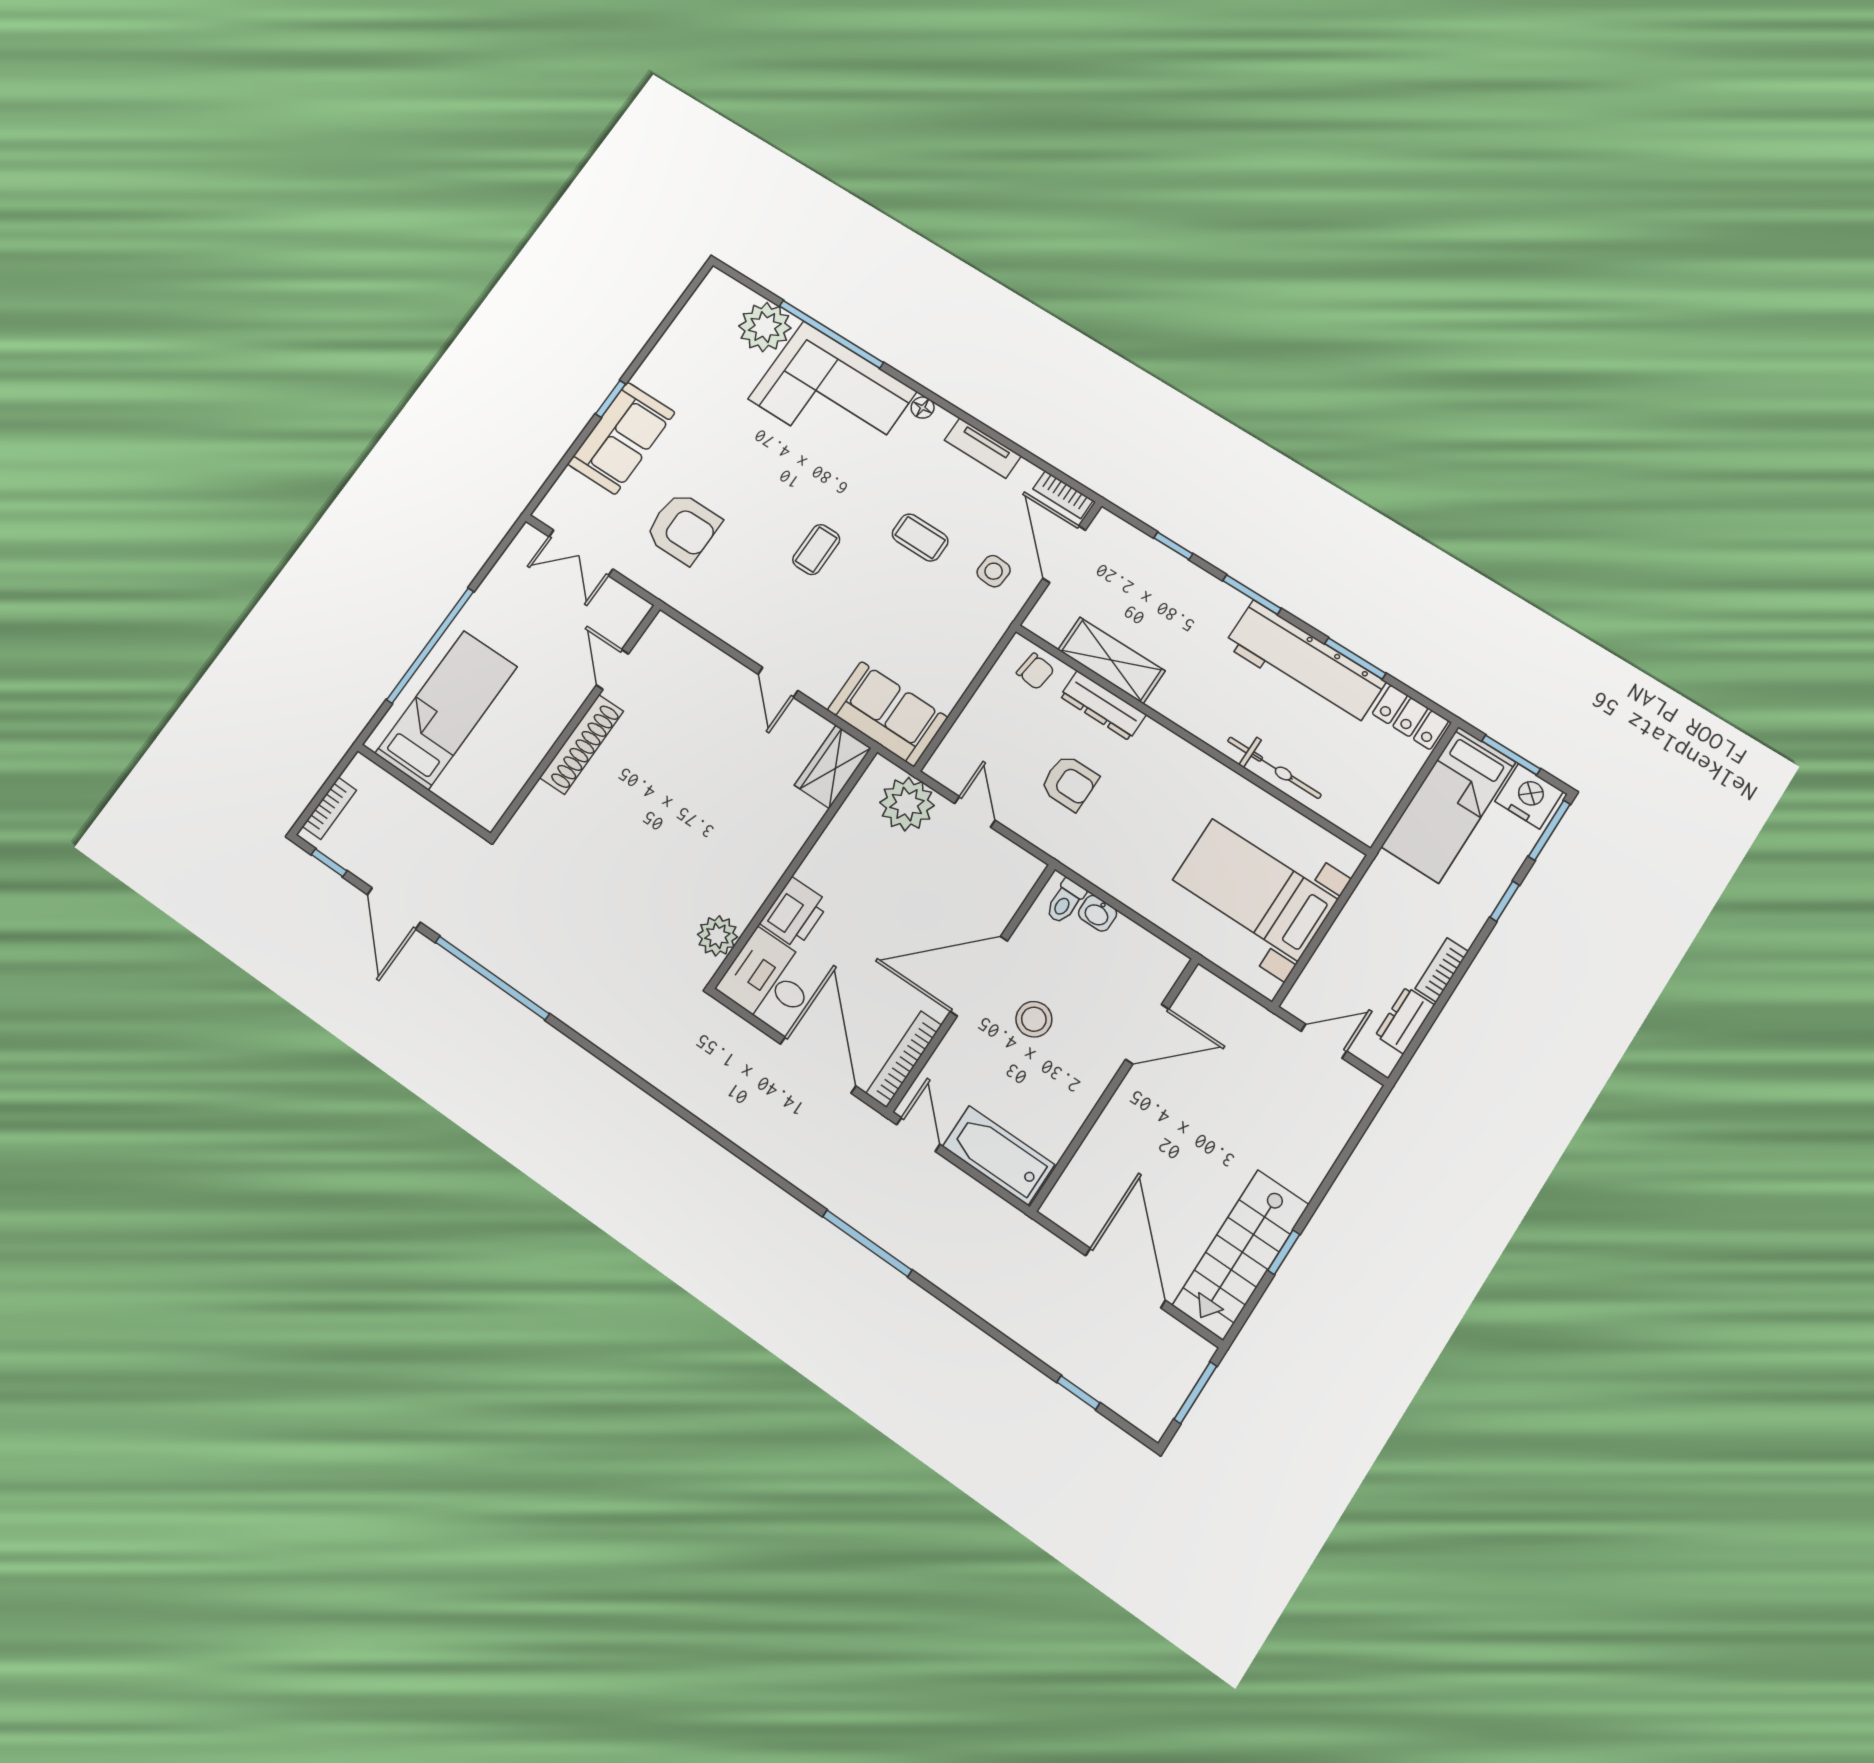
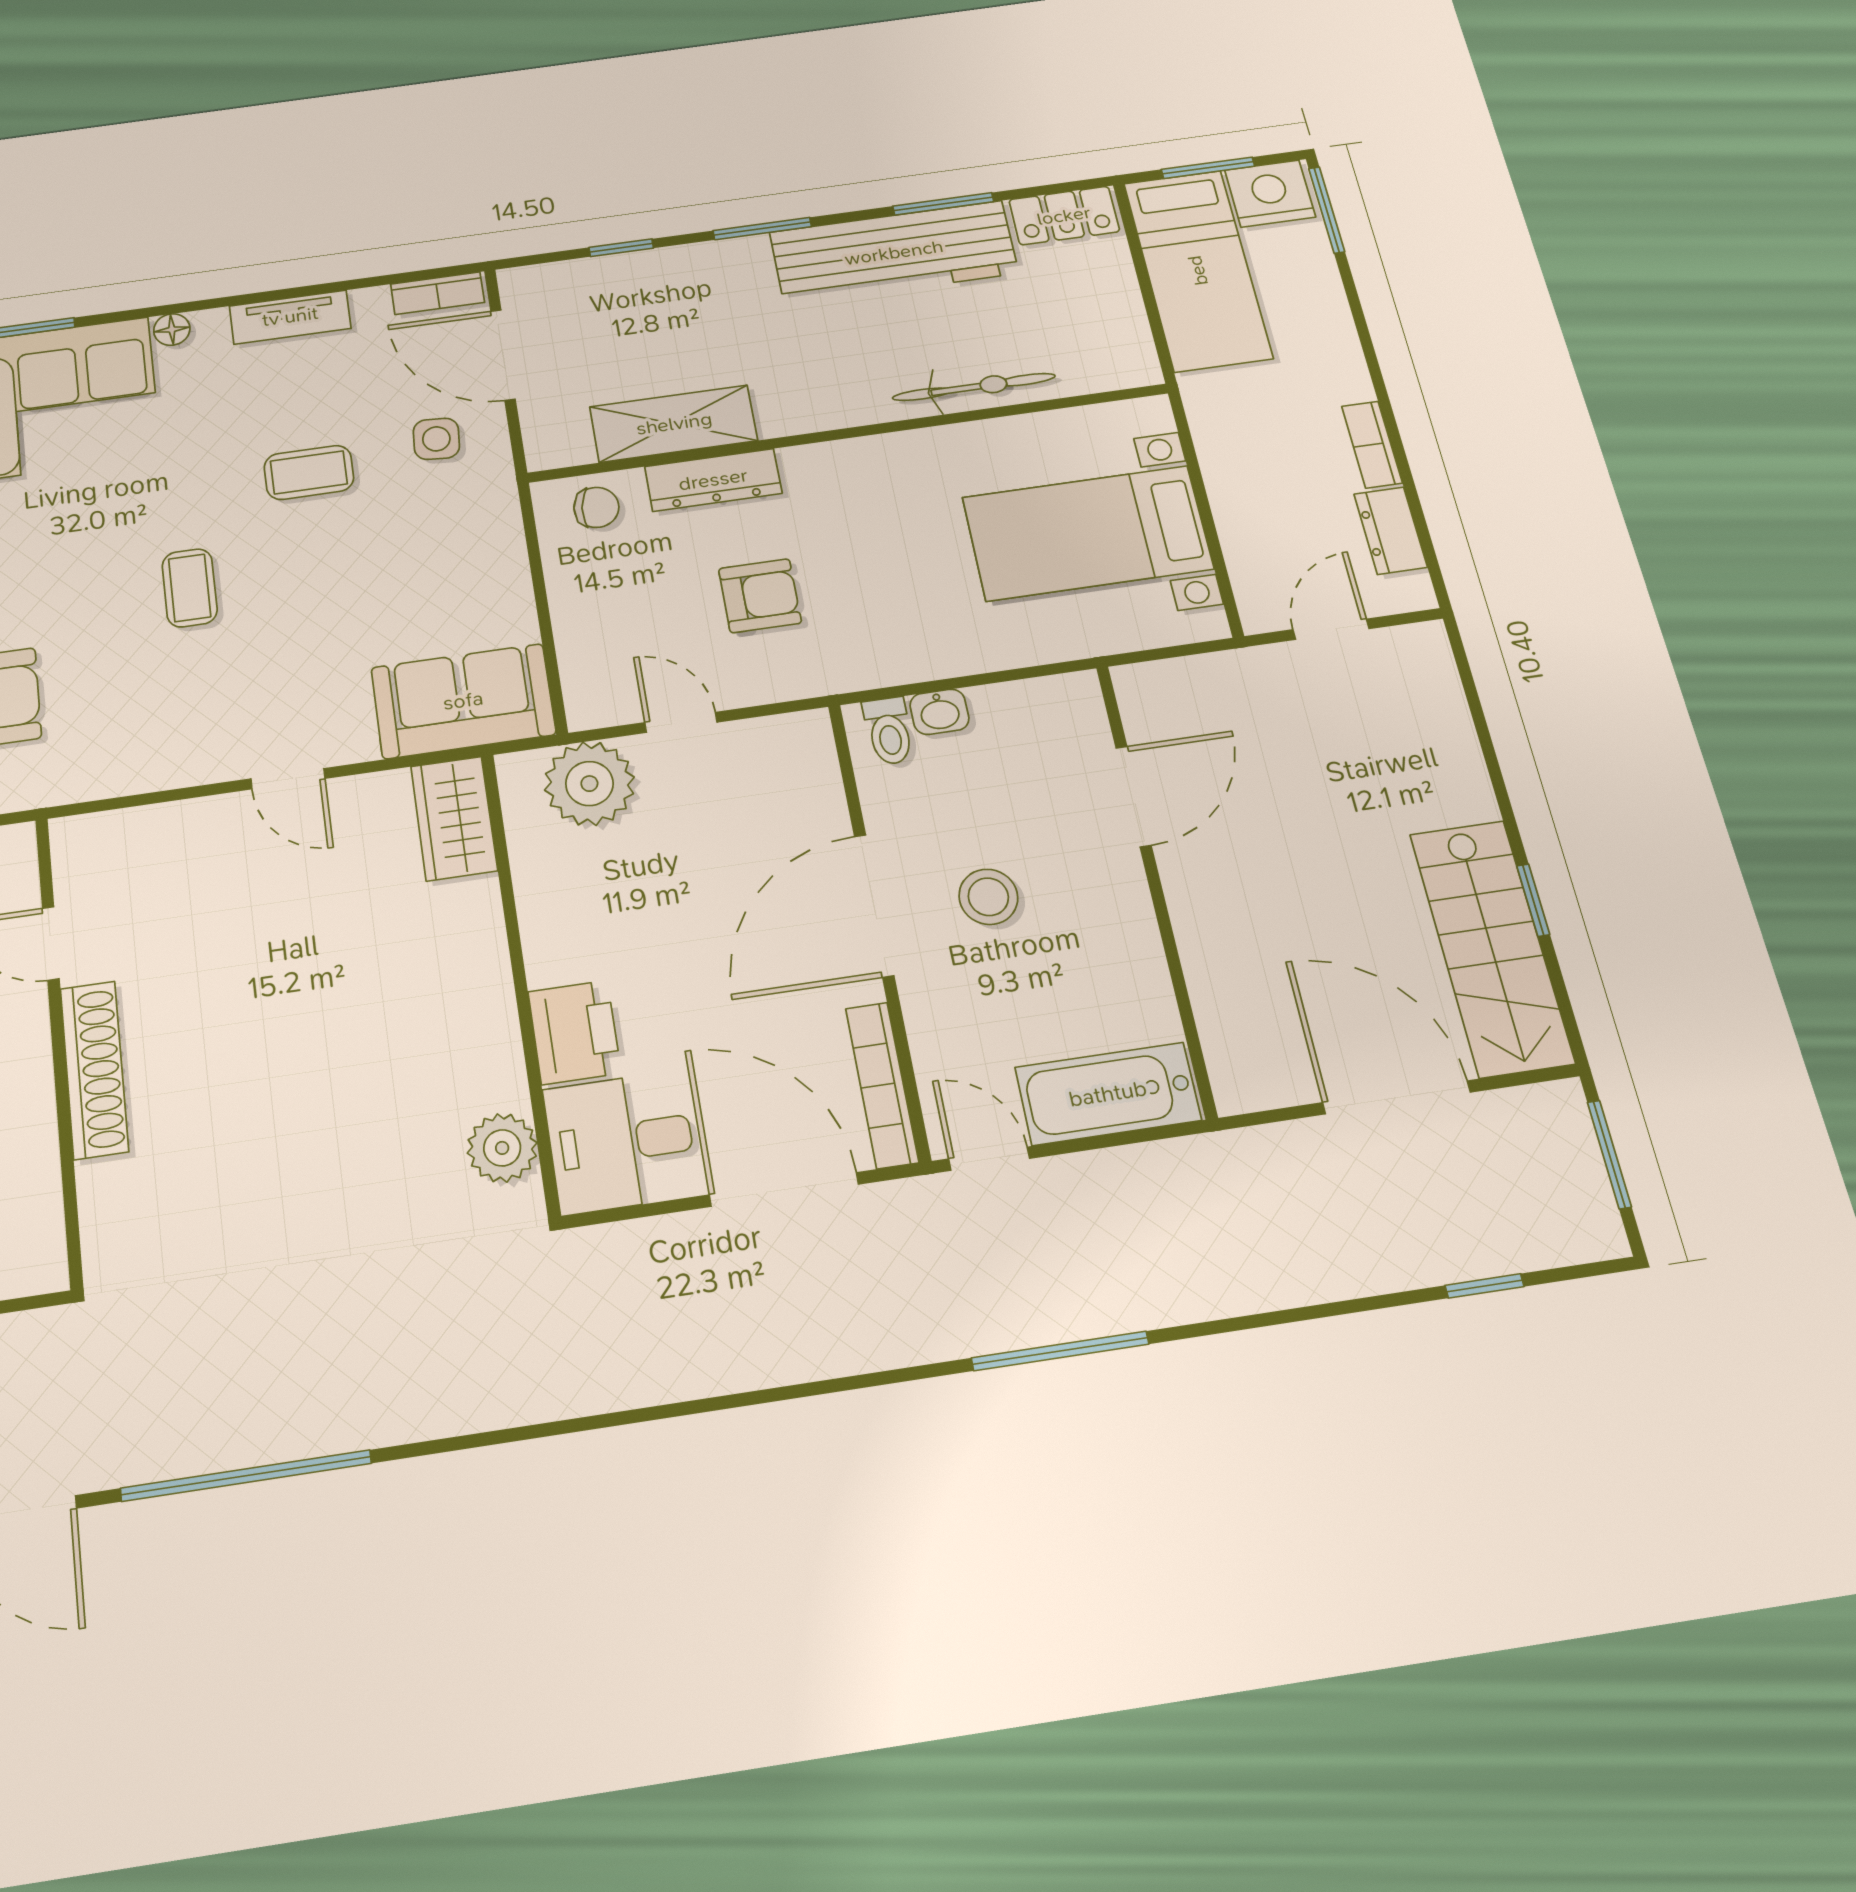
window: (1505, 901) -> (1359, 319), removed

